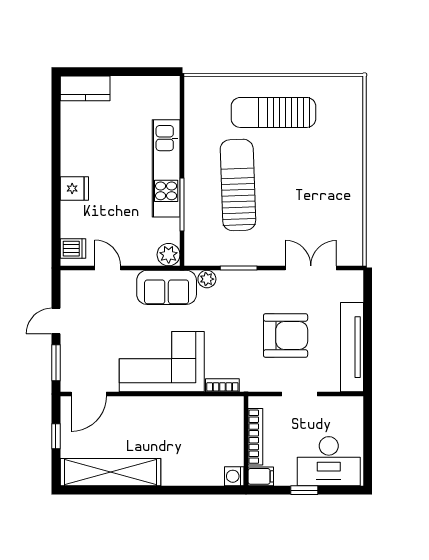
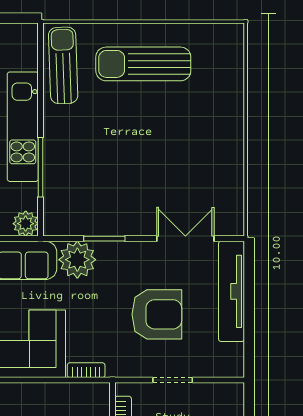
sun lounger: (238, 185) -> (63, 65), moved, width x0.73, depth x0.75
plant: (207, 279) -> (77, 260), width x1.88, depth x1.88
tv unit: (352, 347) -> (232, 291), moved

